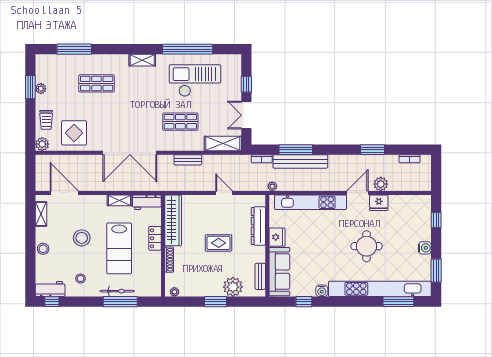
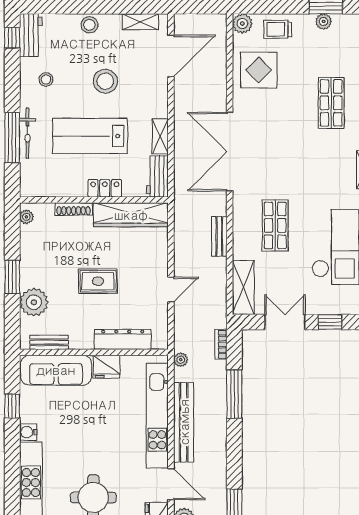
bench: (300, 161) -> (184, 422), moved
rug: (219, 243) -> (98, 281), turned 90

